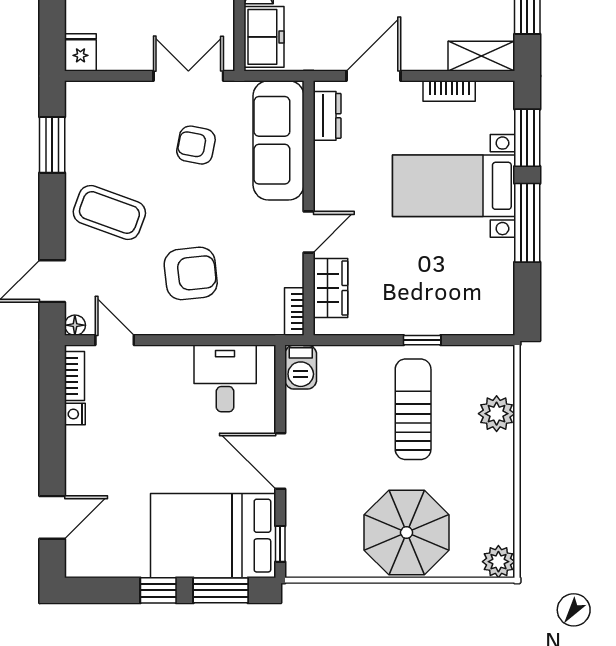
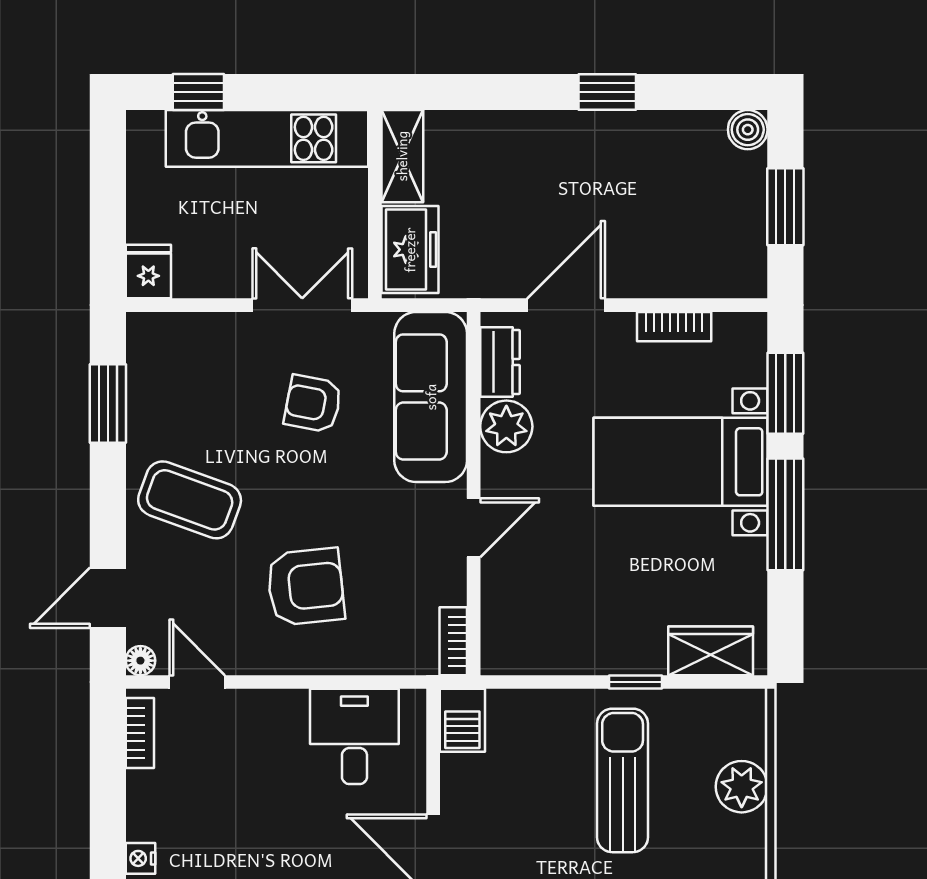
shelving: (481, 56) -> (720, 277), removed
plant: (332, 161) -> (506, 426), added
wardrobe: (330, 288) -> (711, 651), moved, turned -90
nightstand: (75, 414) -> (140, 858), moved

